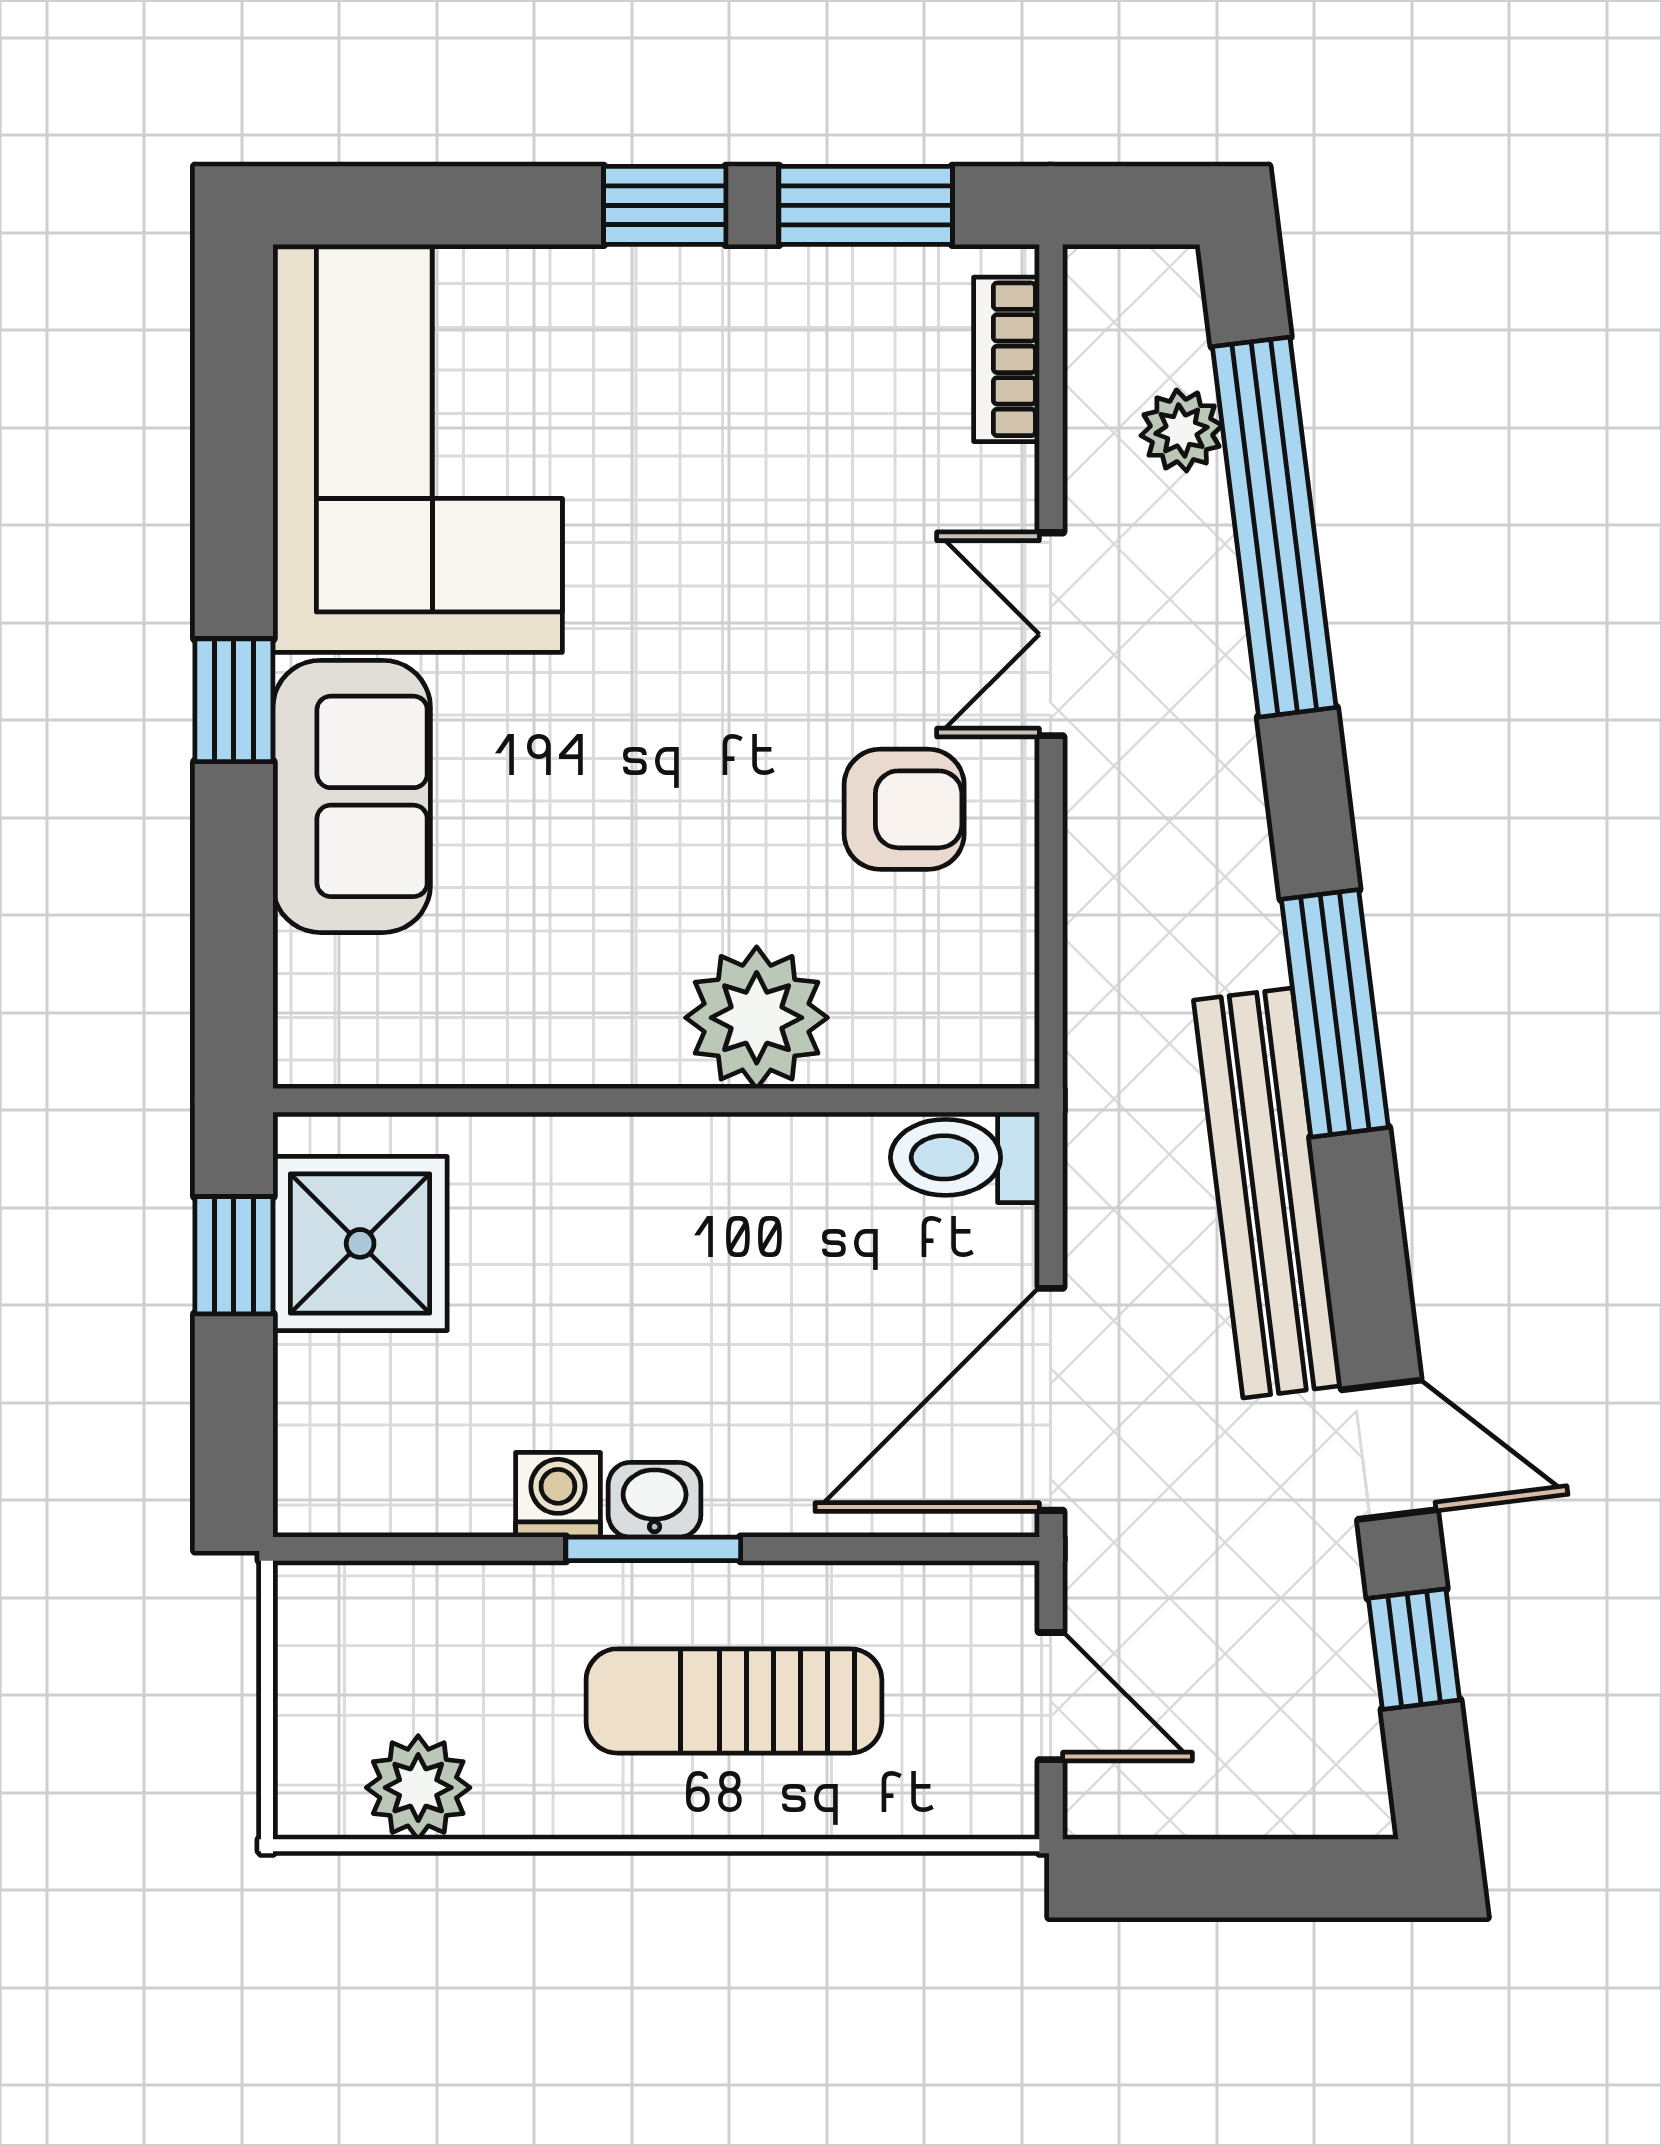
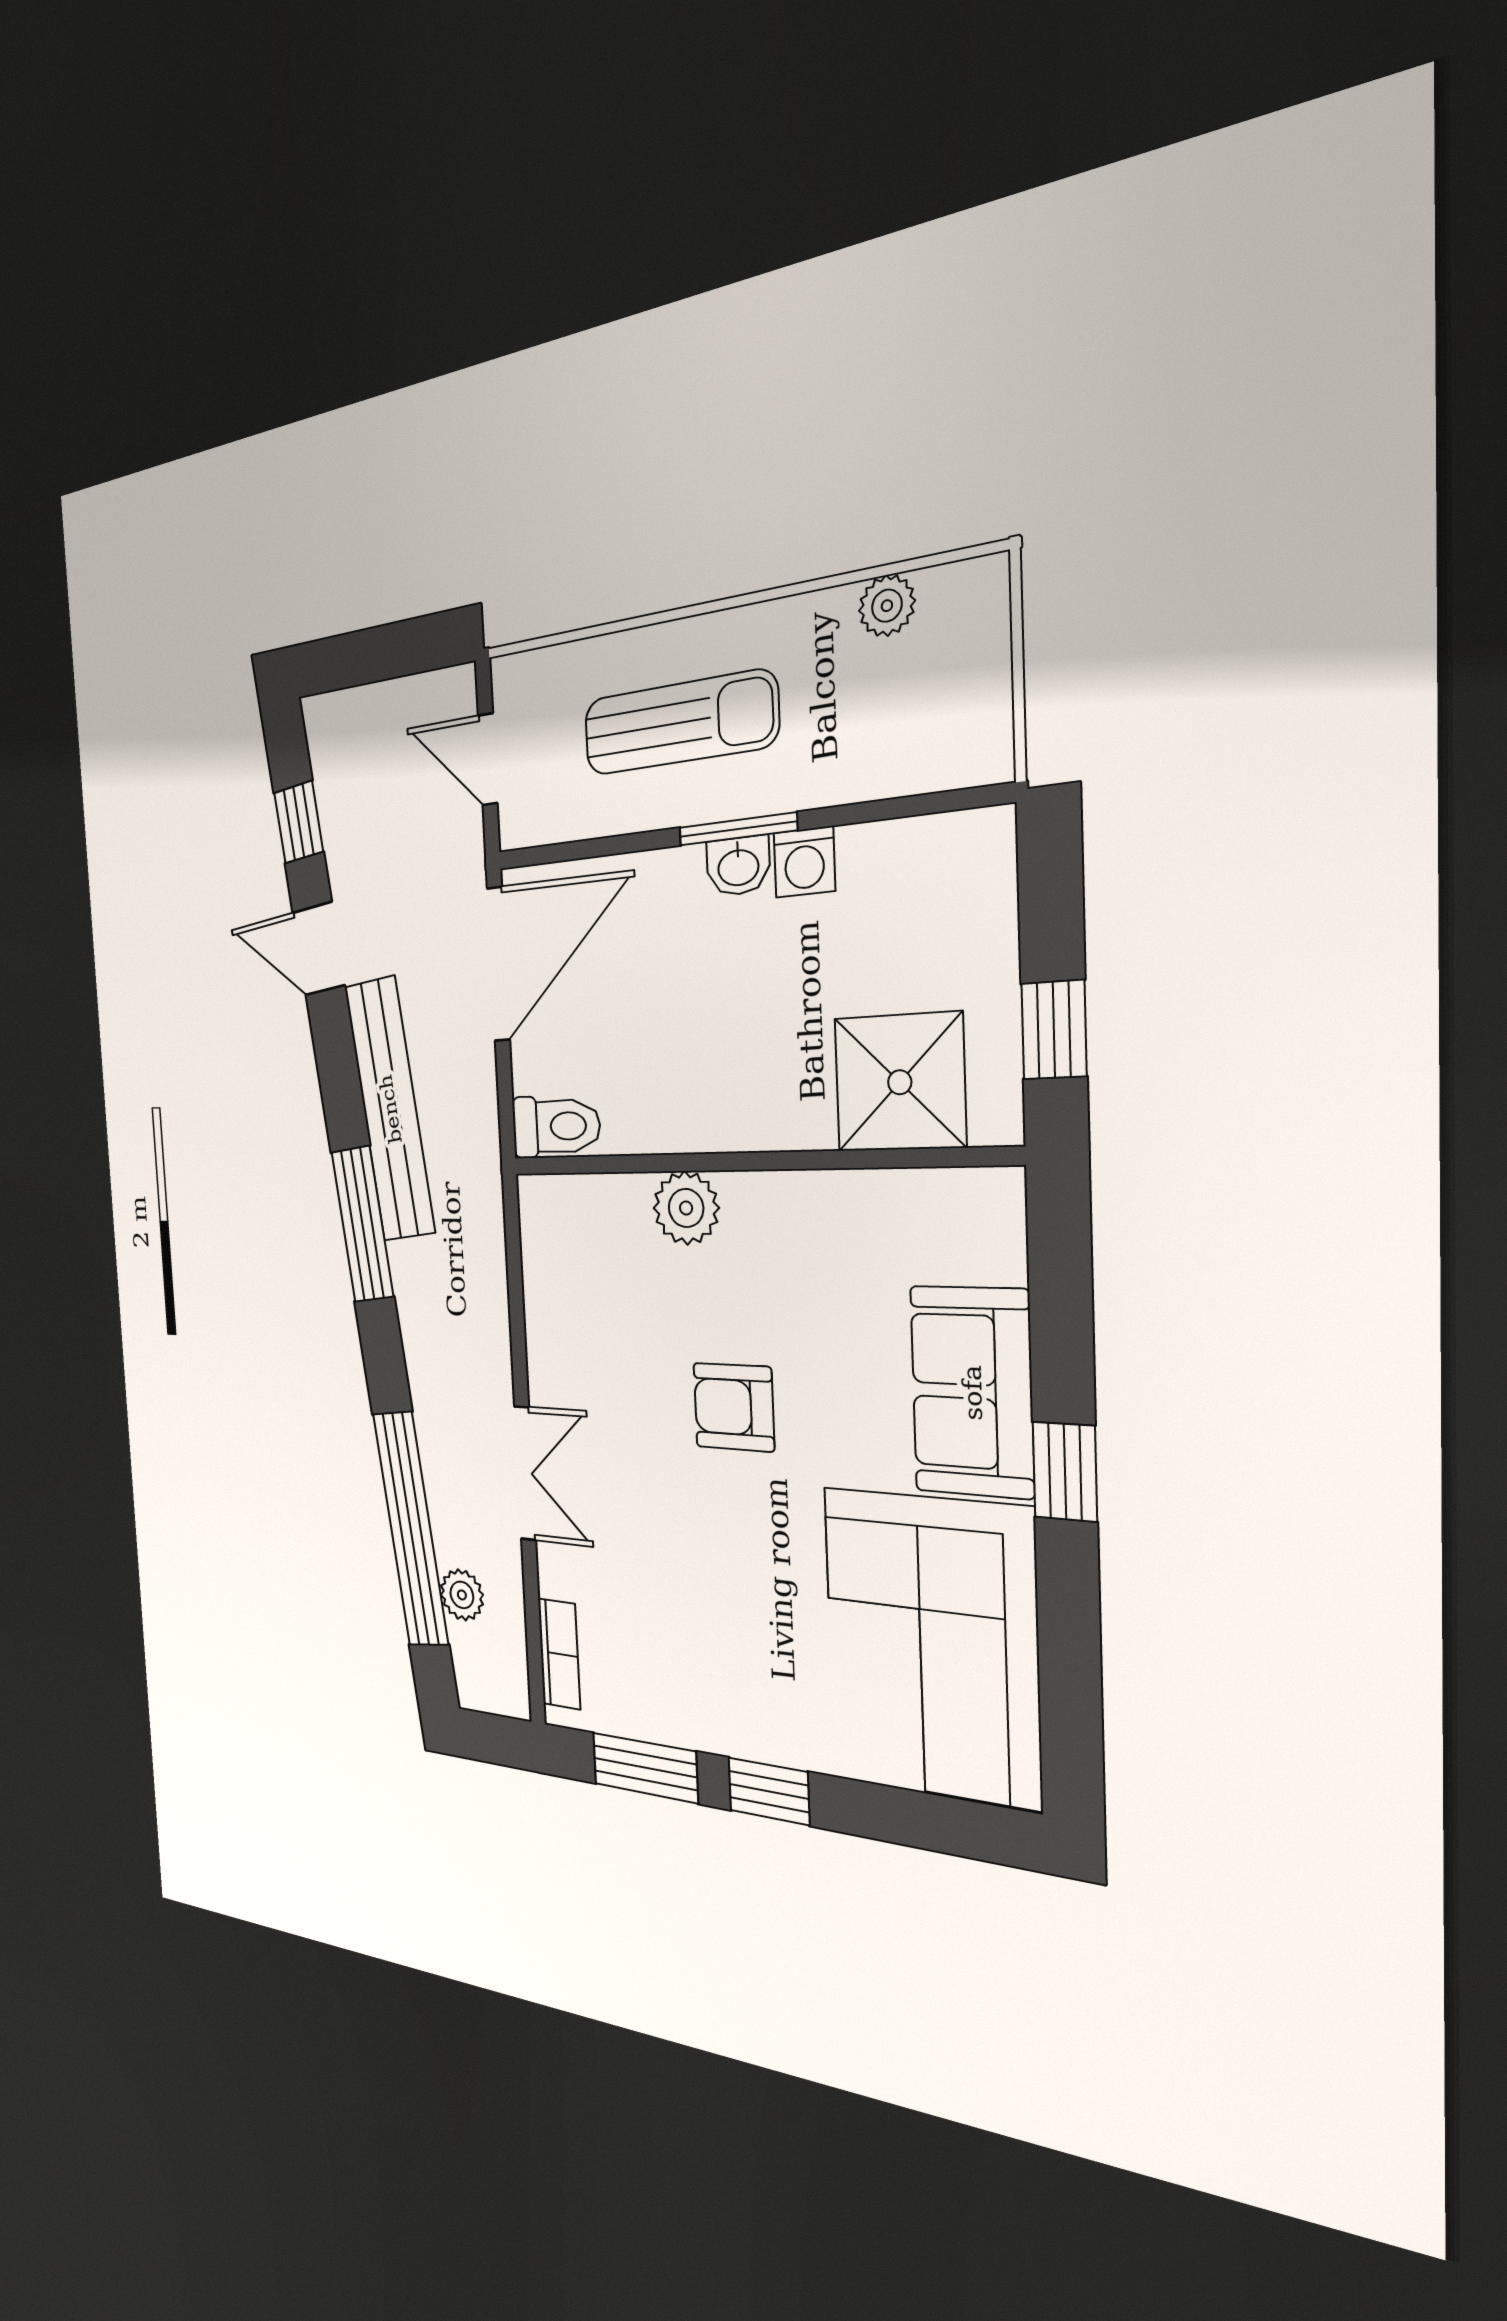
armchair: (904, 809) -> (734, 1407), moved
plant: (757, 1018) -> (686, 1208), width x0.73, depth x0.73
shower: (360, 1243) -> (900, 1082), moved
plant: (418, 1788) -> (887, 606), width x0.73, depth x0.73

